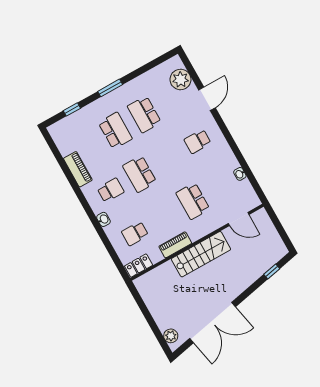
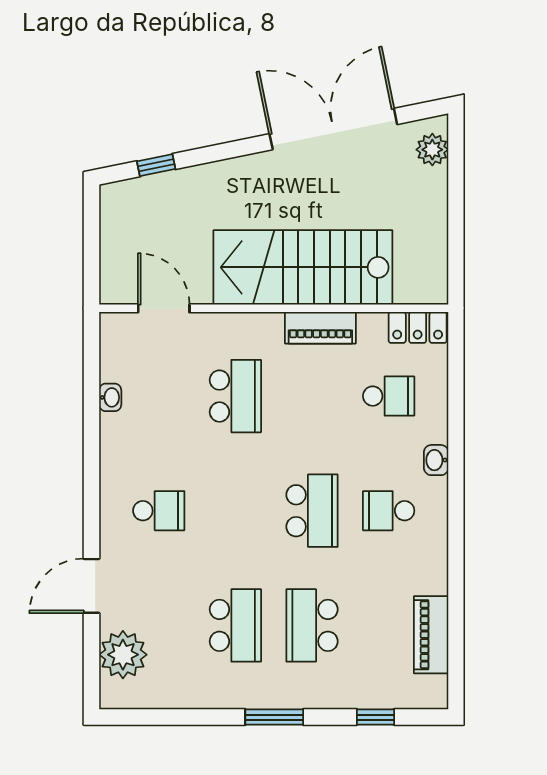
piano: (78, 169) -> (431, 635), moved
stairs: (201, 254) -> (303, 267), width x1.36, depth x1.51

